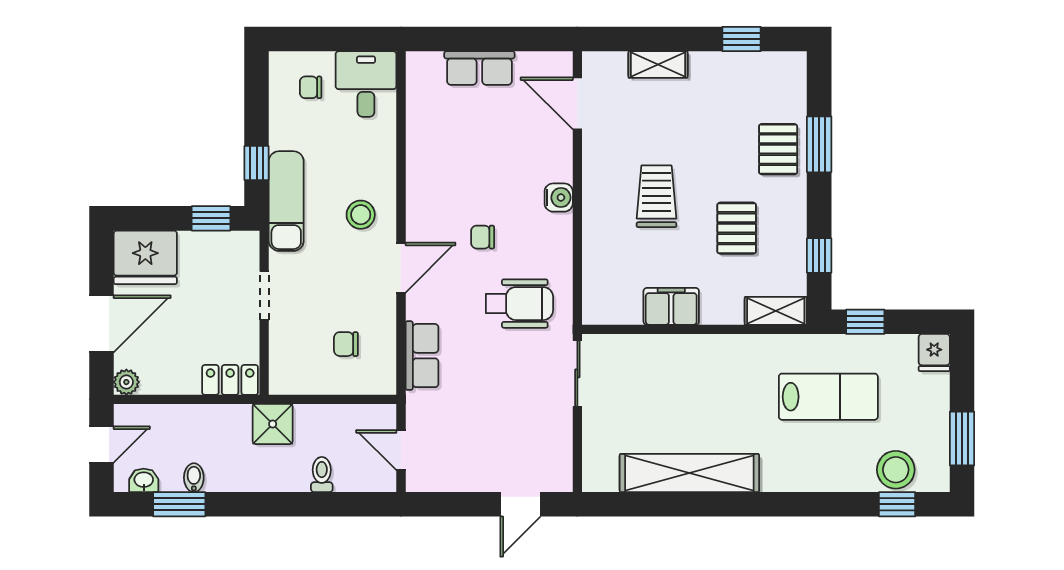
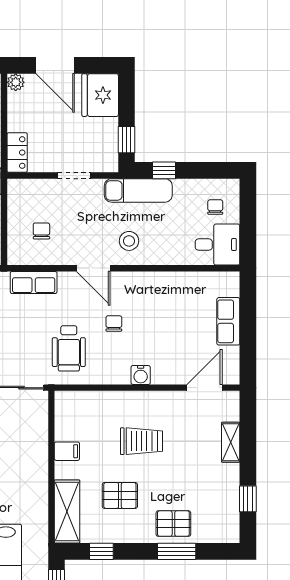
filing cabinet: (671, 306) -> (67, 451), width x0.50
shelving: (776, 311) -> (67, 511), width x1.50, depth x1.33

